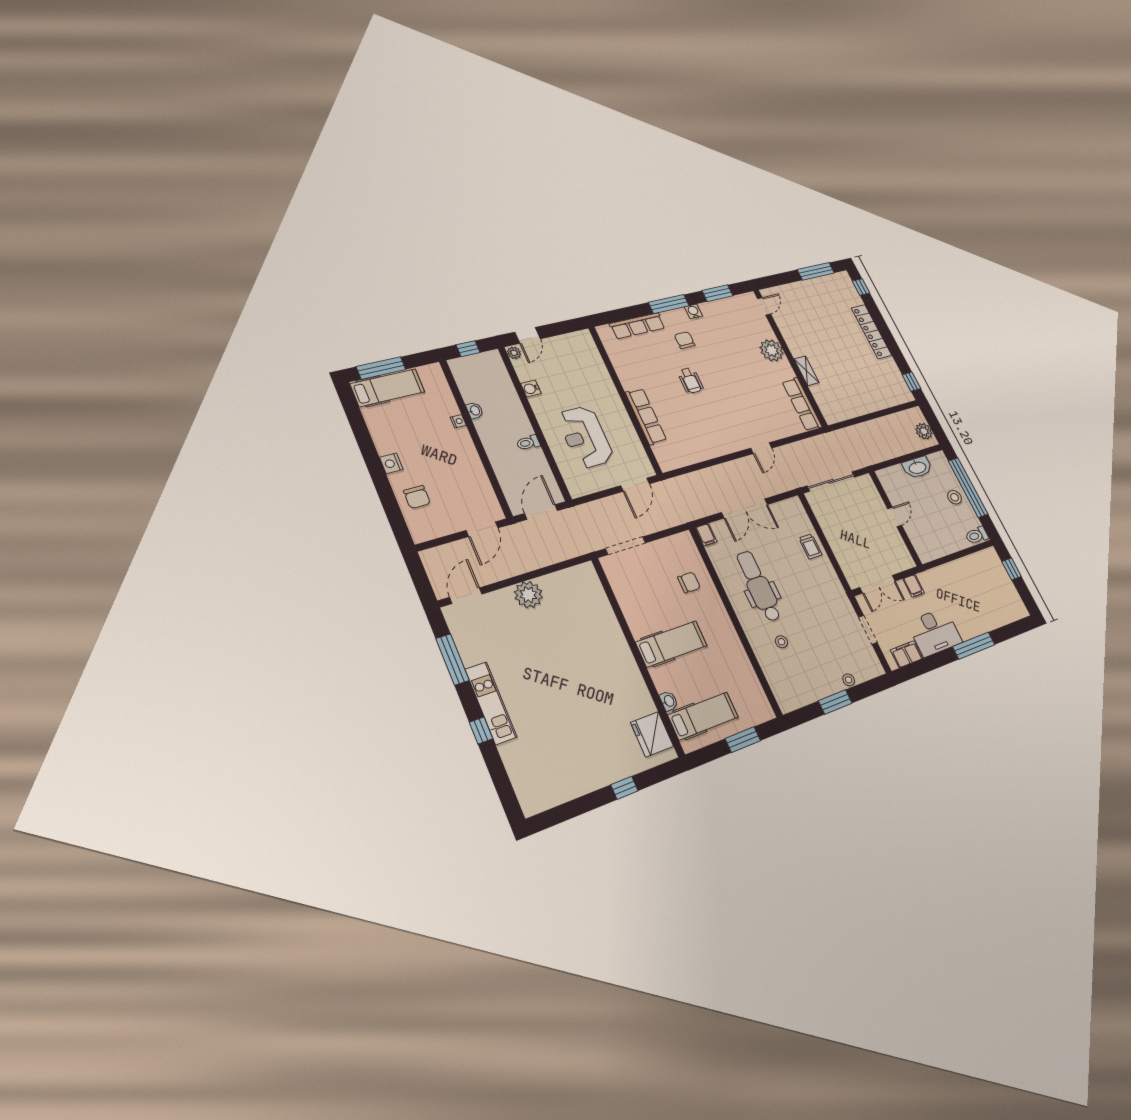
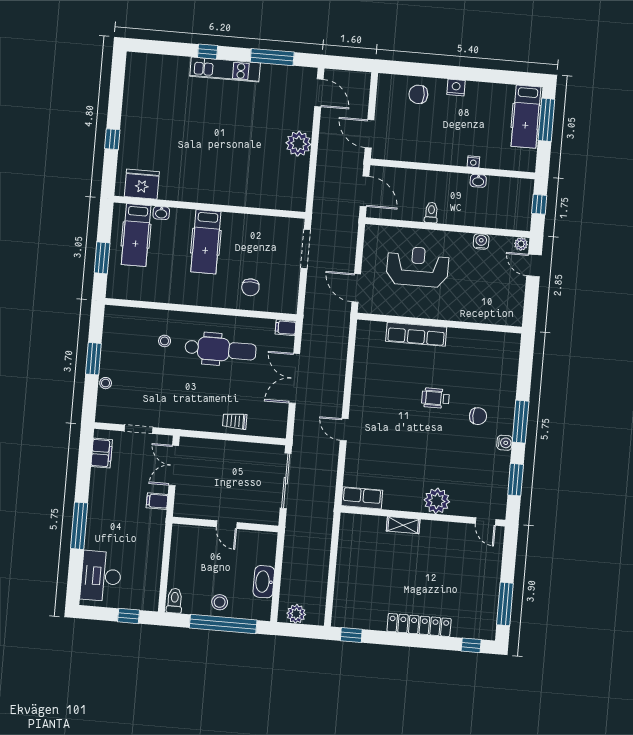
row of seats: (637, 326) -> (508, 377), removed
row of seats: (802, 404) -> (362, 498), width x0.68
desk: (935, 632) -> (101, 576), moved

